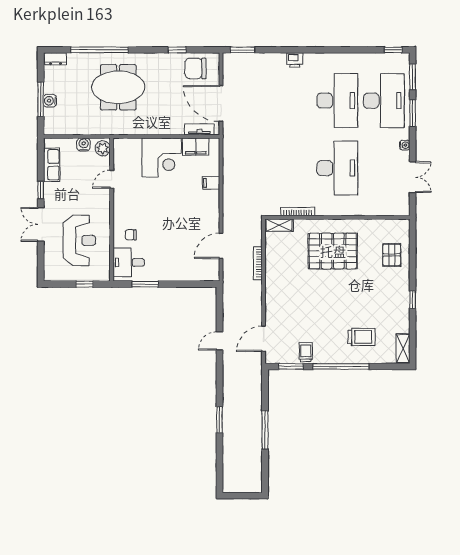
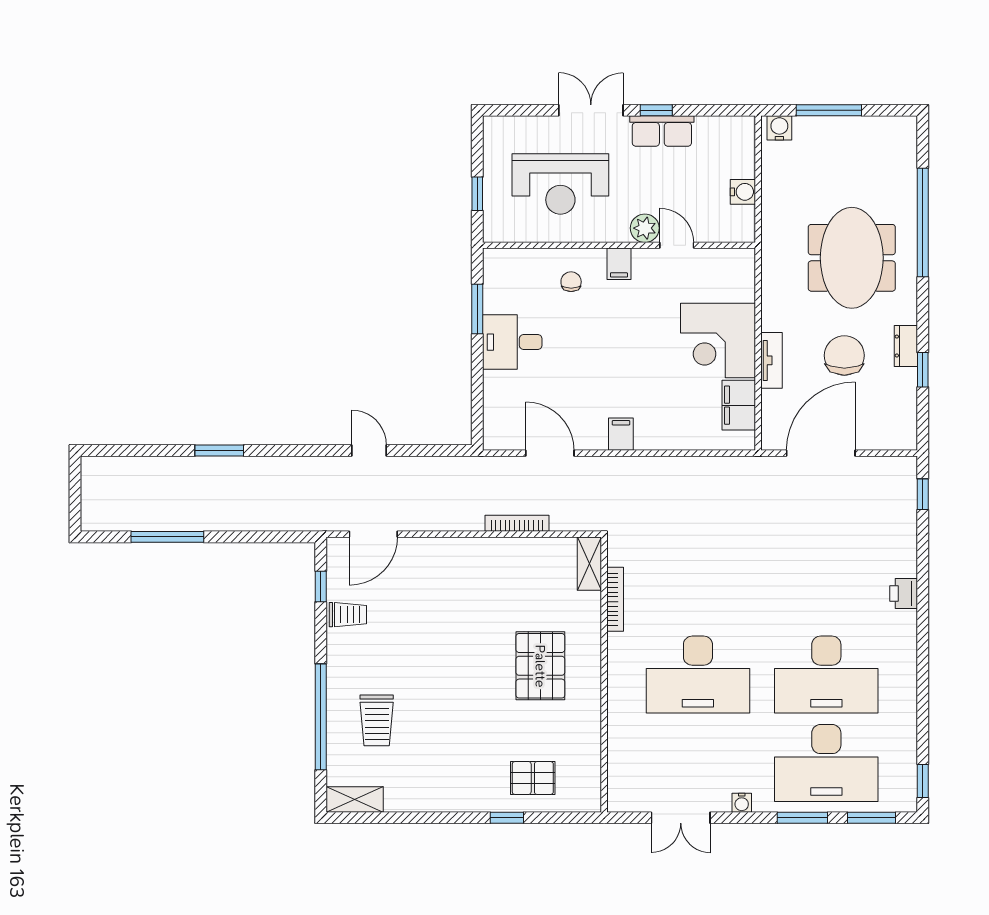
window: (243, 50) -> (923, 494), width x0.67
dresser: (56, 59) -> (906, 346), moved
chair: (195, 68) -> (844, 355), moved
water cooler: (50, 101) -> (779, 128), moved
tv unit: (199, 129) -> (771, 360), moved
plant: (103, 148) -> (645, 228), moved
row of seats: (52, 165) -> (662, 131), moved
filing cabinet: (211, 183) -> (621, 434), moved
filing cabinet: (121, 210) -> (619, 264), added
pallet: (333, 251) -> (540, 666), width x0.73, depth x0.71
desk: (129, 262) -> (512, 342), moved, turned -90
window: (413, 300) -> (507, 818), moved
door: (264, 339) -> (373, 534), swing flipped
window: (291, 366) -> (321, 586), width x0.67
window: (341, 366) -> (321, 717), moved
window: (265, 430) -> (167, 537), moved

